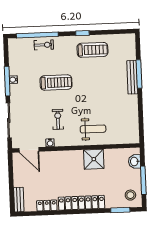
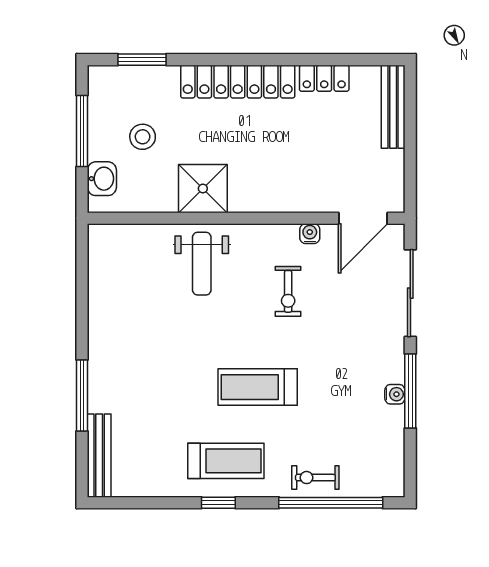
treadmill: (92, 50) -> (226, 461), moved, turned 180
bench: (132, 77) -> (99, 456), moved
treadmill: (56, 83) -> (258, 387), moved
weight bench: (93, 129) -> (202, 264), turned -90
door: (29, 150) -> (363, 218), swing flipped
stool: (130, 195) -> (143, 137), moved
bench: (19, 200) -> (393, 107), width x1.36

